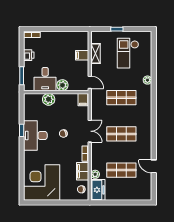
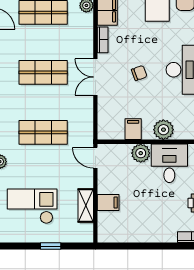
checkout: (128, 53) -> (32, 206), turned -90
filing cabinet: (83, 100) -> (133, 129), moved

